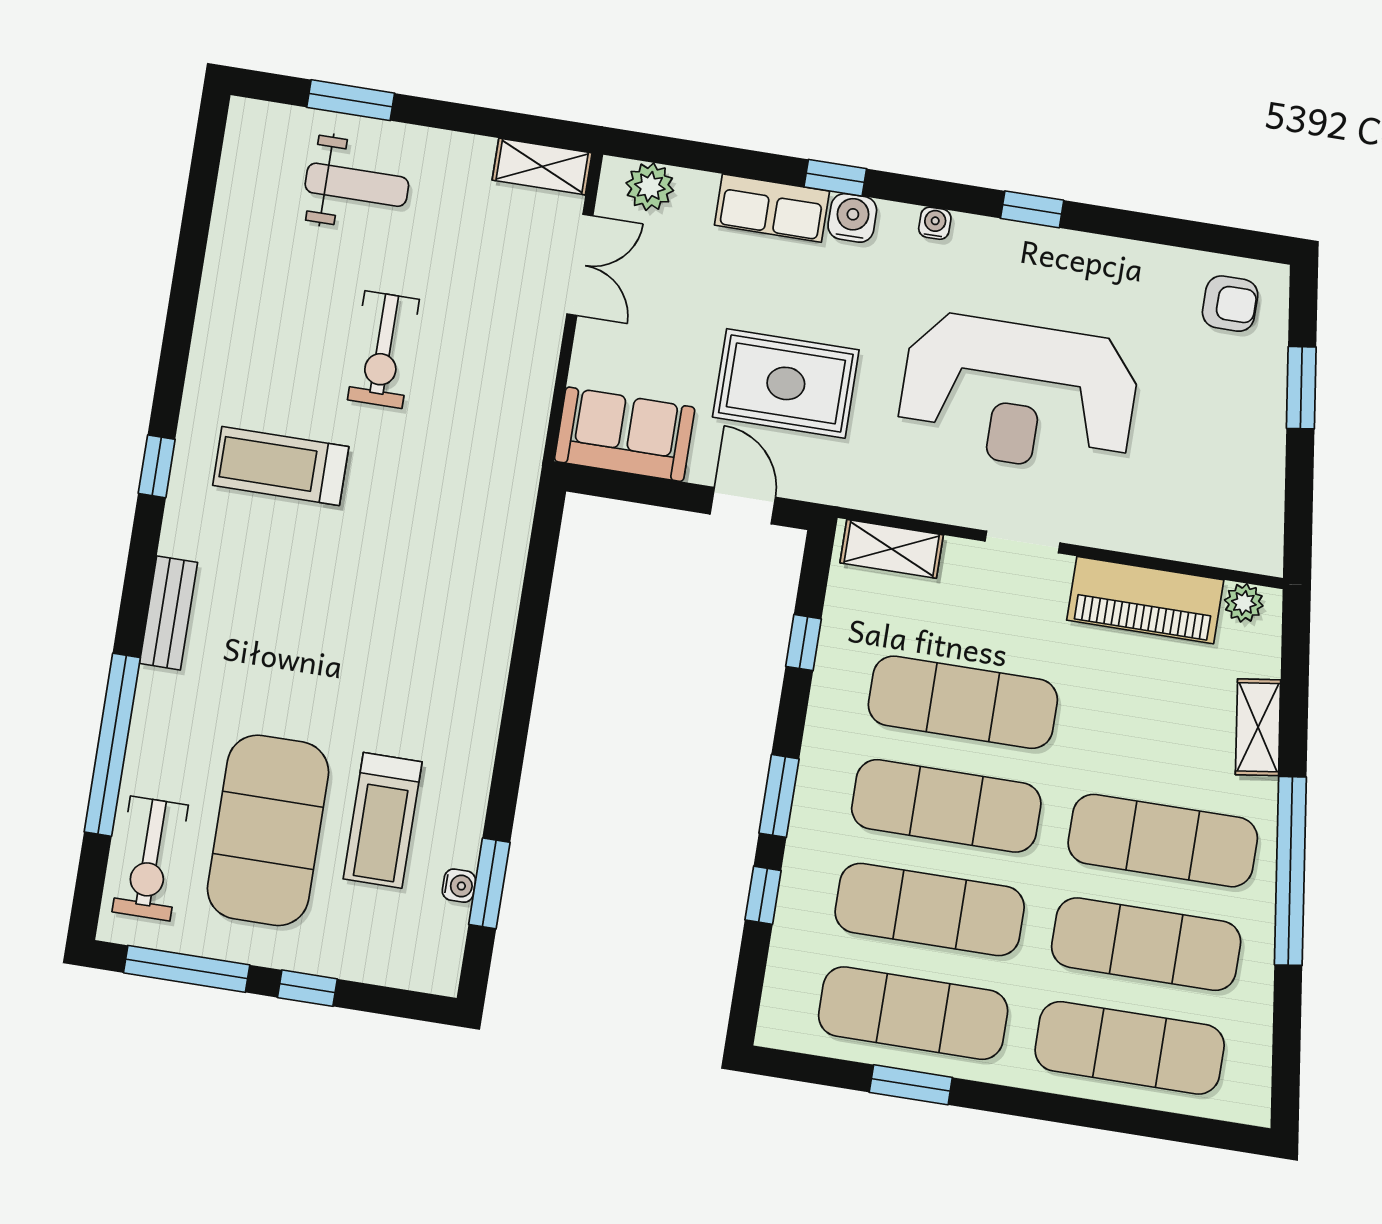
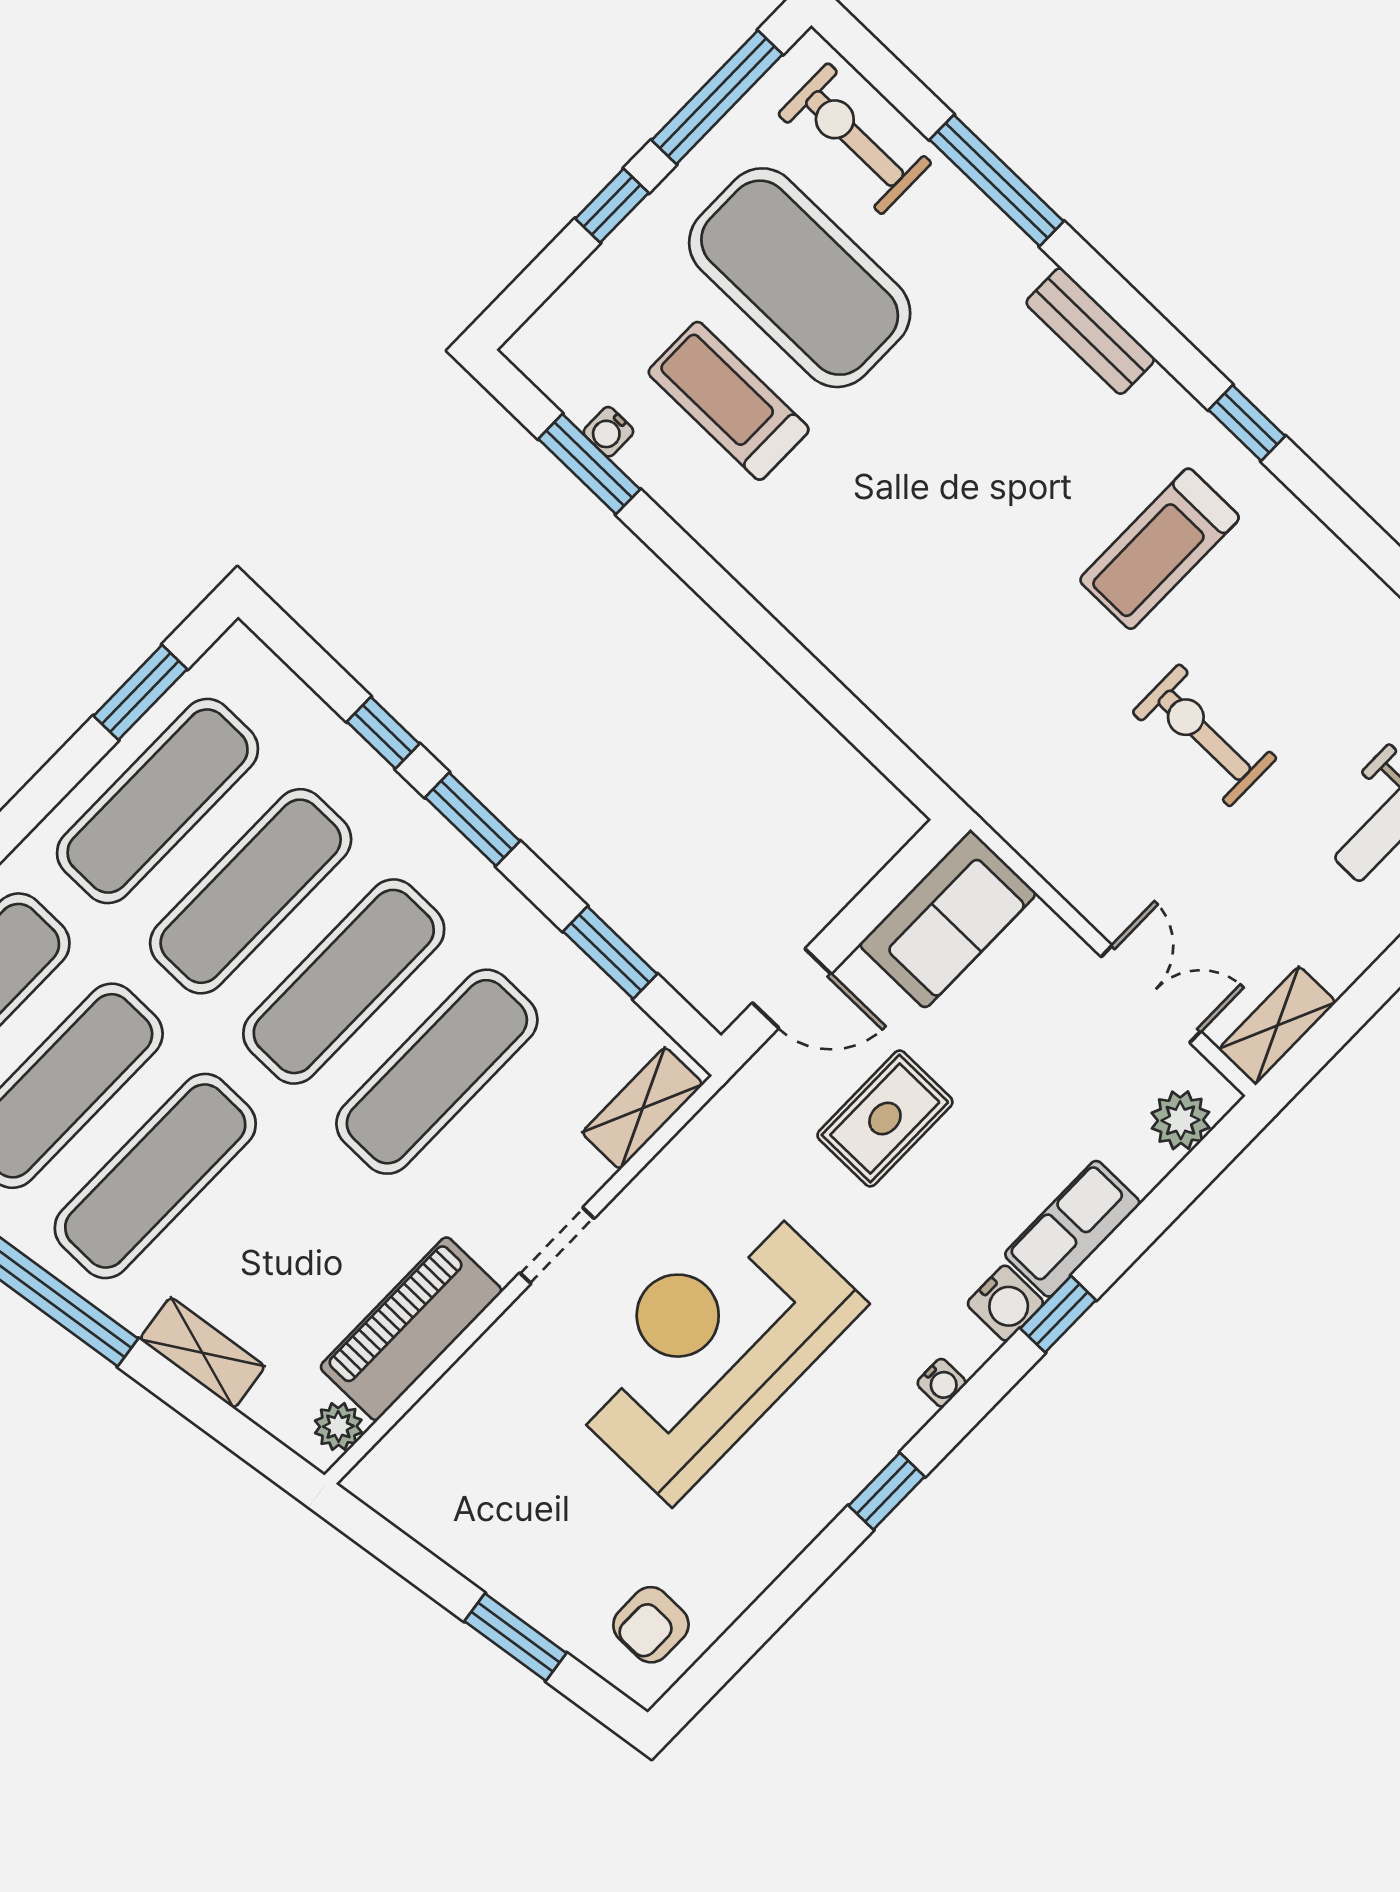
double door: (580, 265) -> (1151, 994), swing flipped
rug: (786, 383) -> (885, 1118), width x0.73, depth x0.70
treadmill: (281, 466) -> (1159, 549), turned 180
window: (804, 643) -> (610, 953), width x1.50
window: (112, 745) -> (997, 181), width x0.68
window: (911, 1085) -> (140, 692), moved

